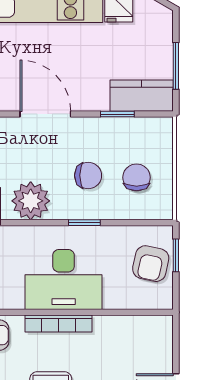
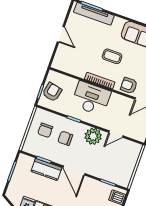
kitchen counter: (142, 96) -> (46, 169), moved

